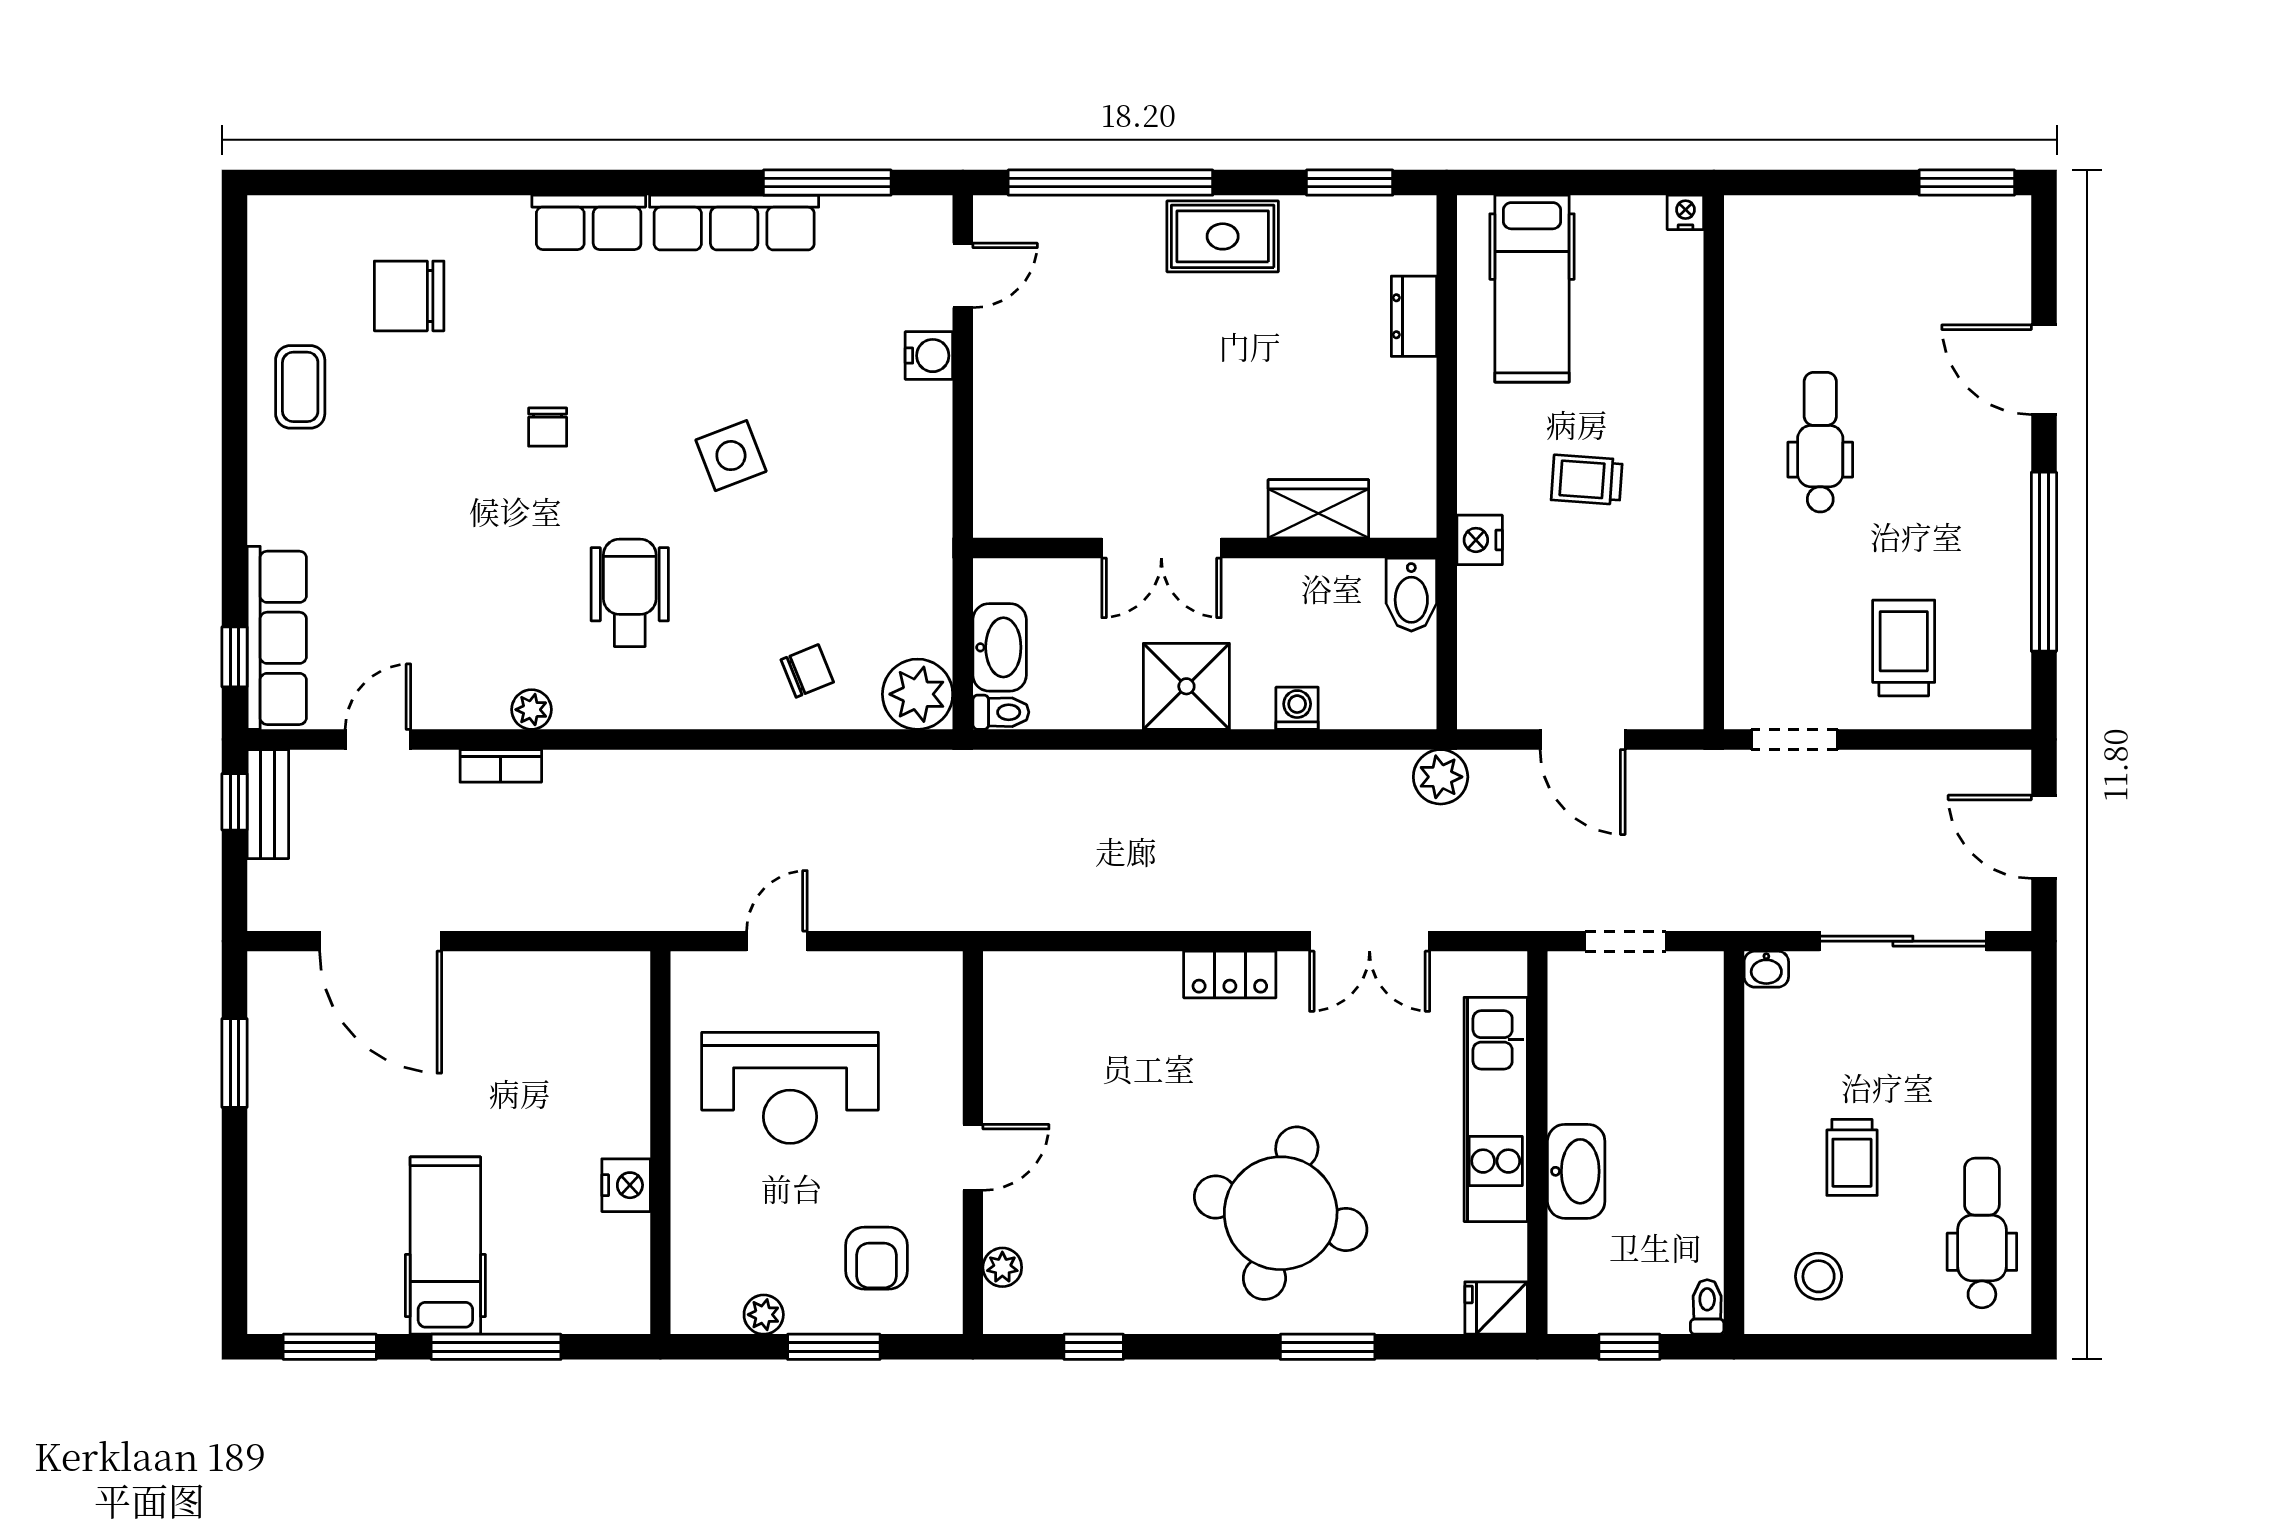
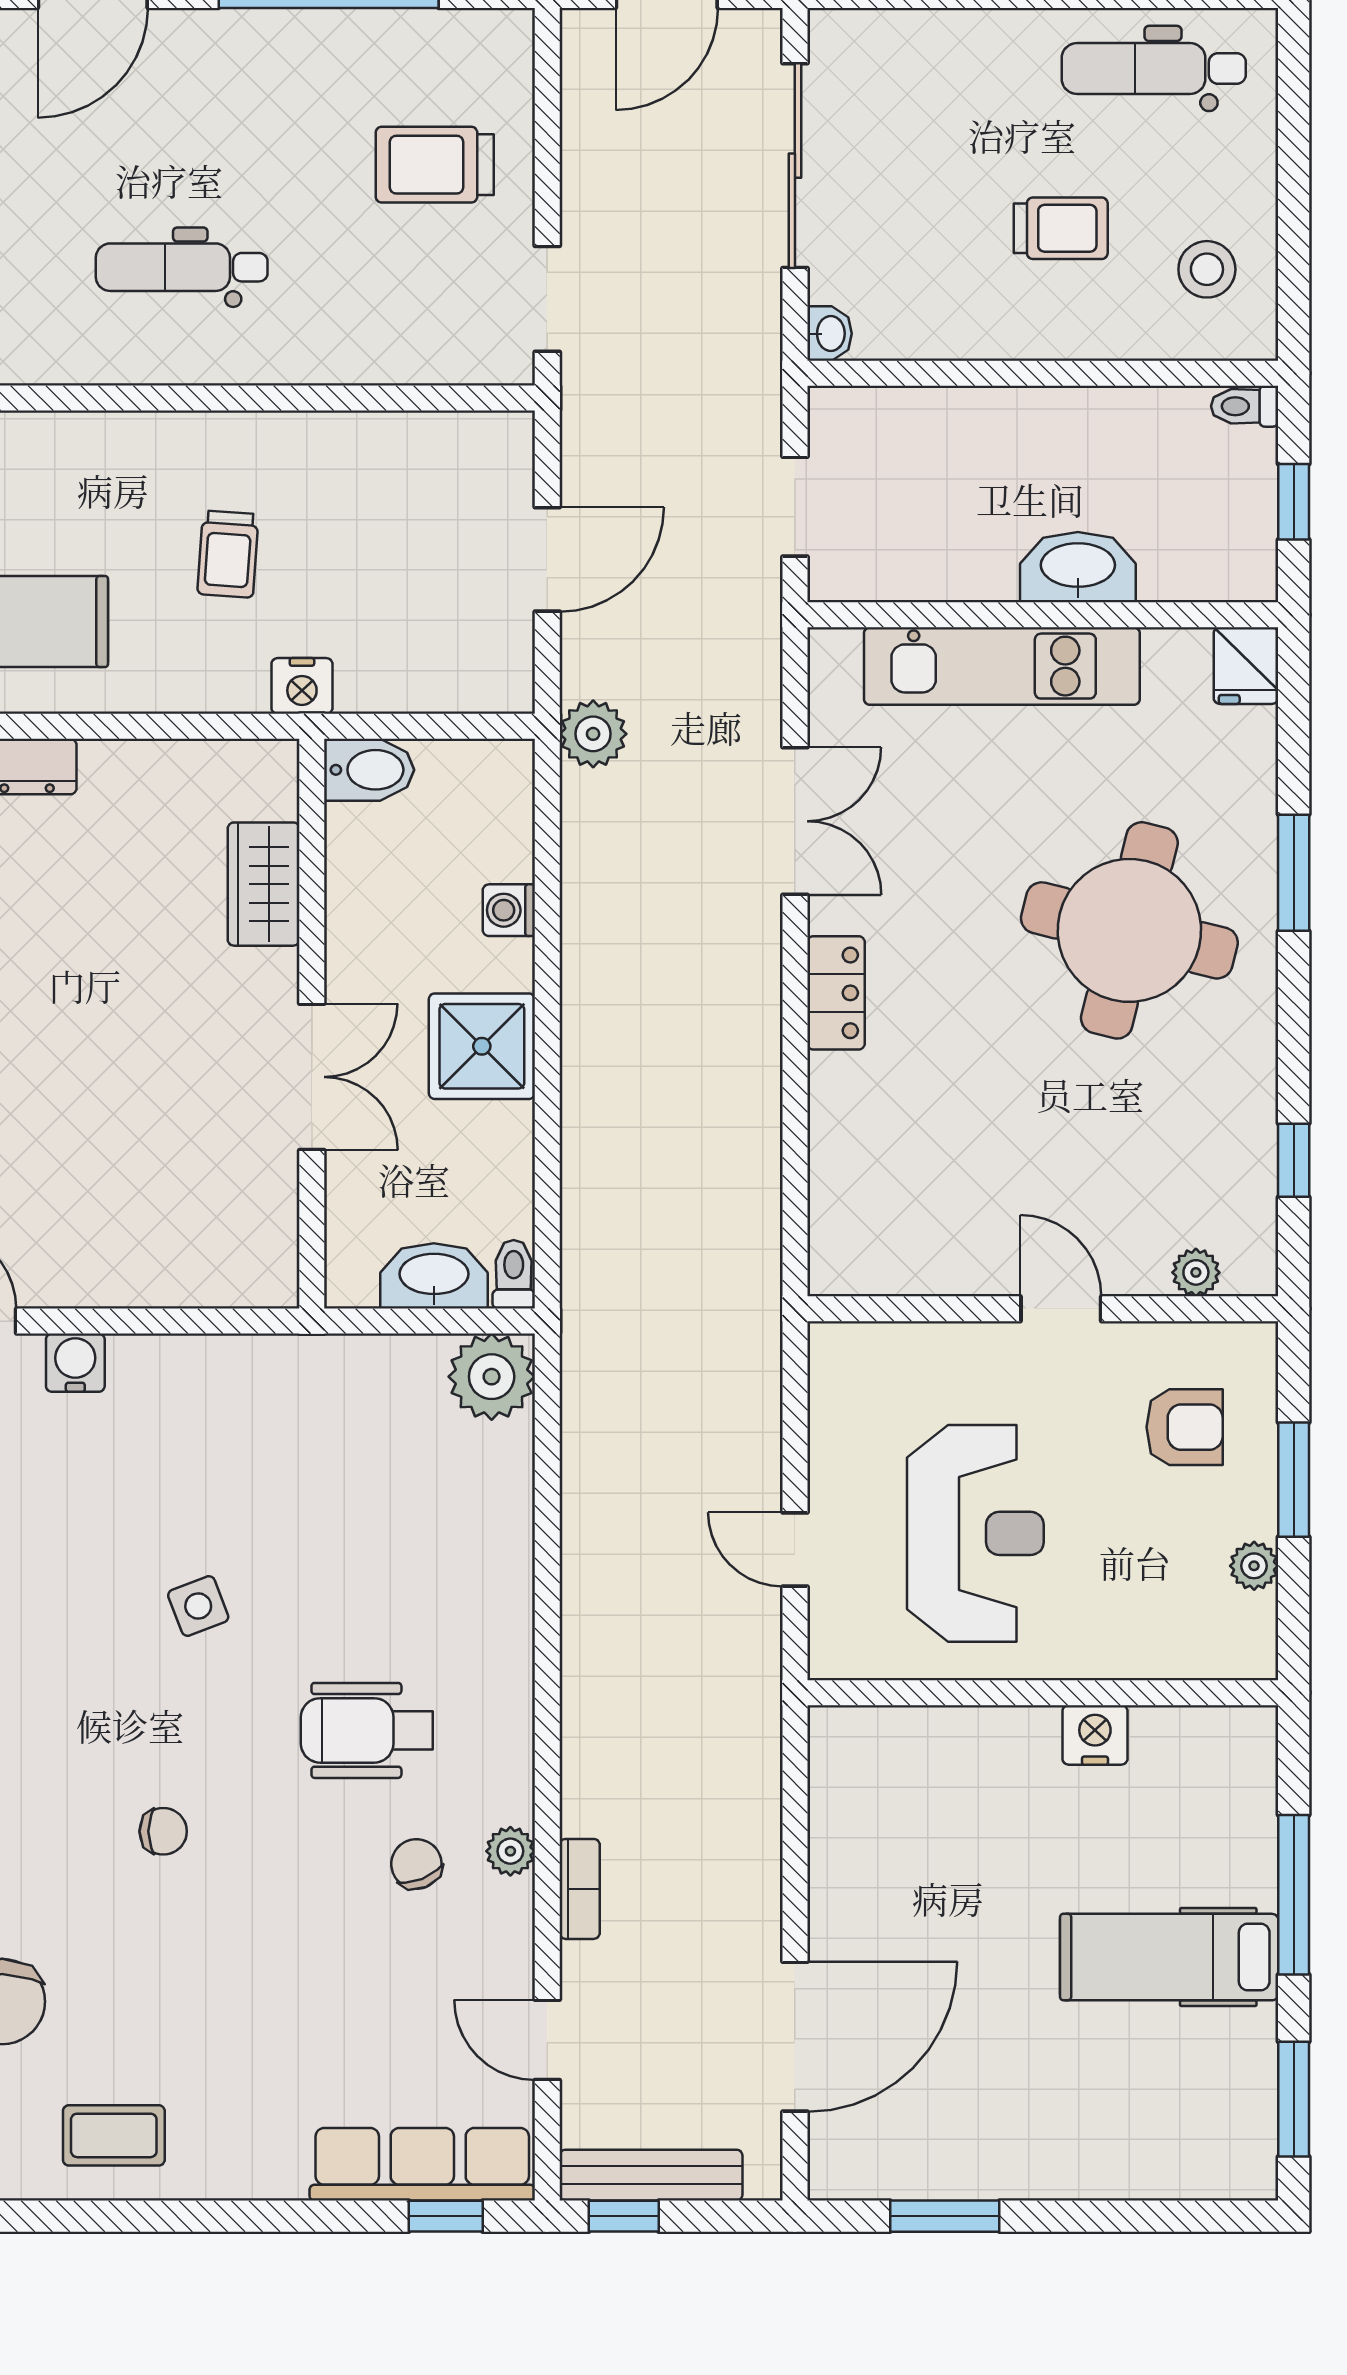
side table: (731, 456) -> (198, 1606), width x0.73, depth x0.73
chair: (807, 671) -> (416, 1864), moved
bench: (268, 804) -> (651, 2175), width x1.36

